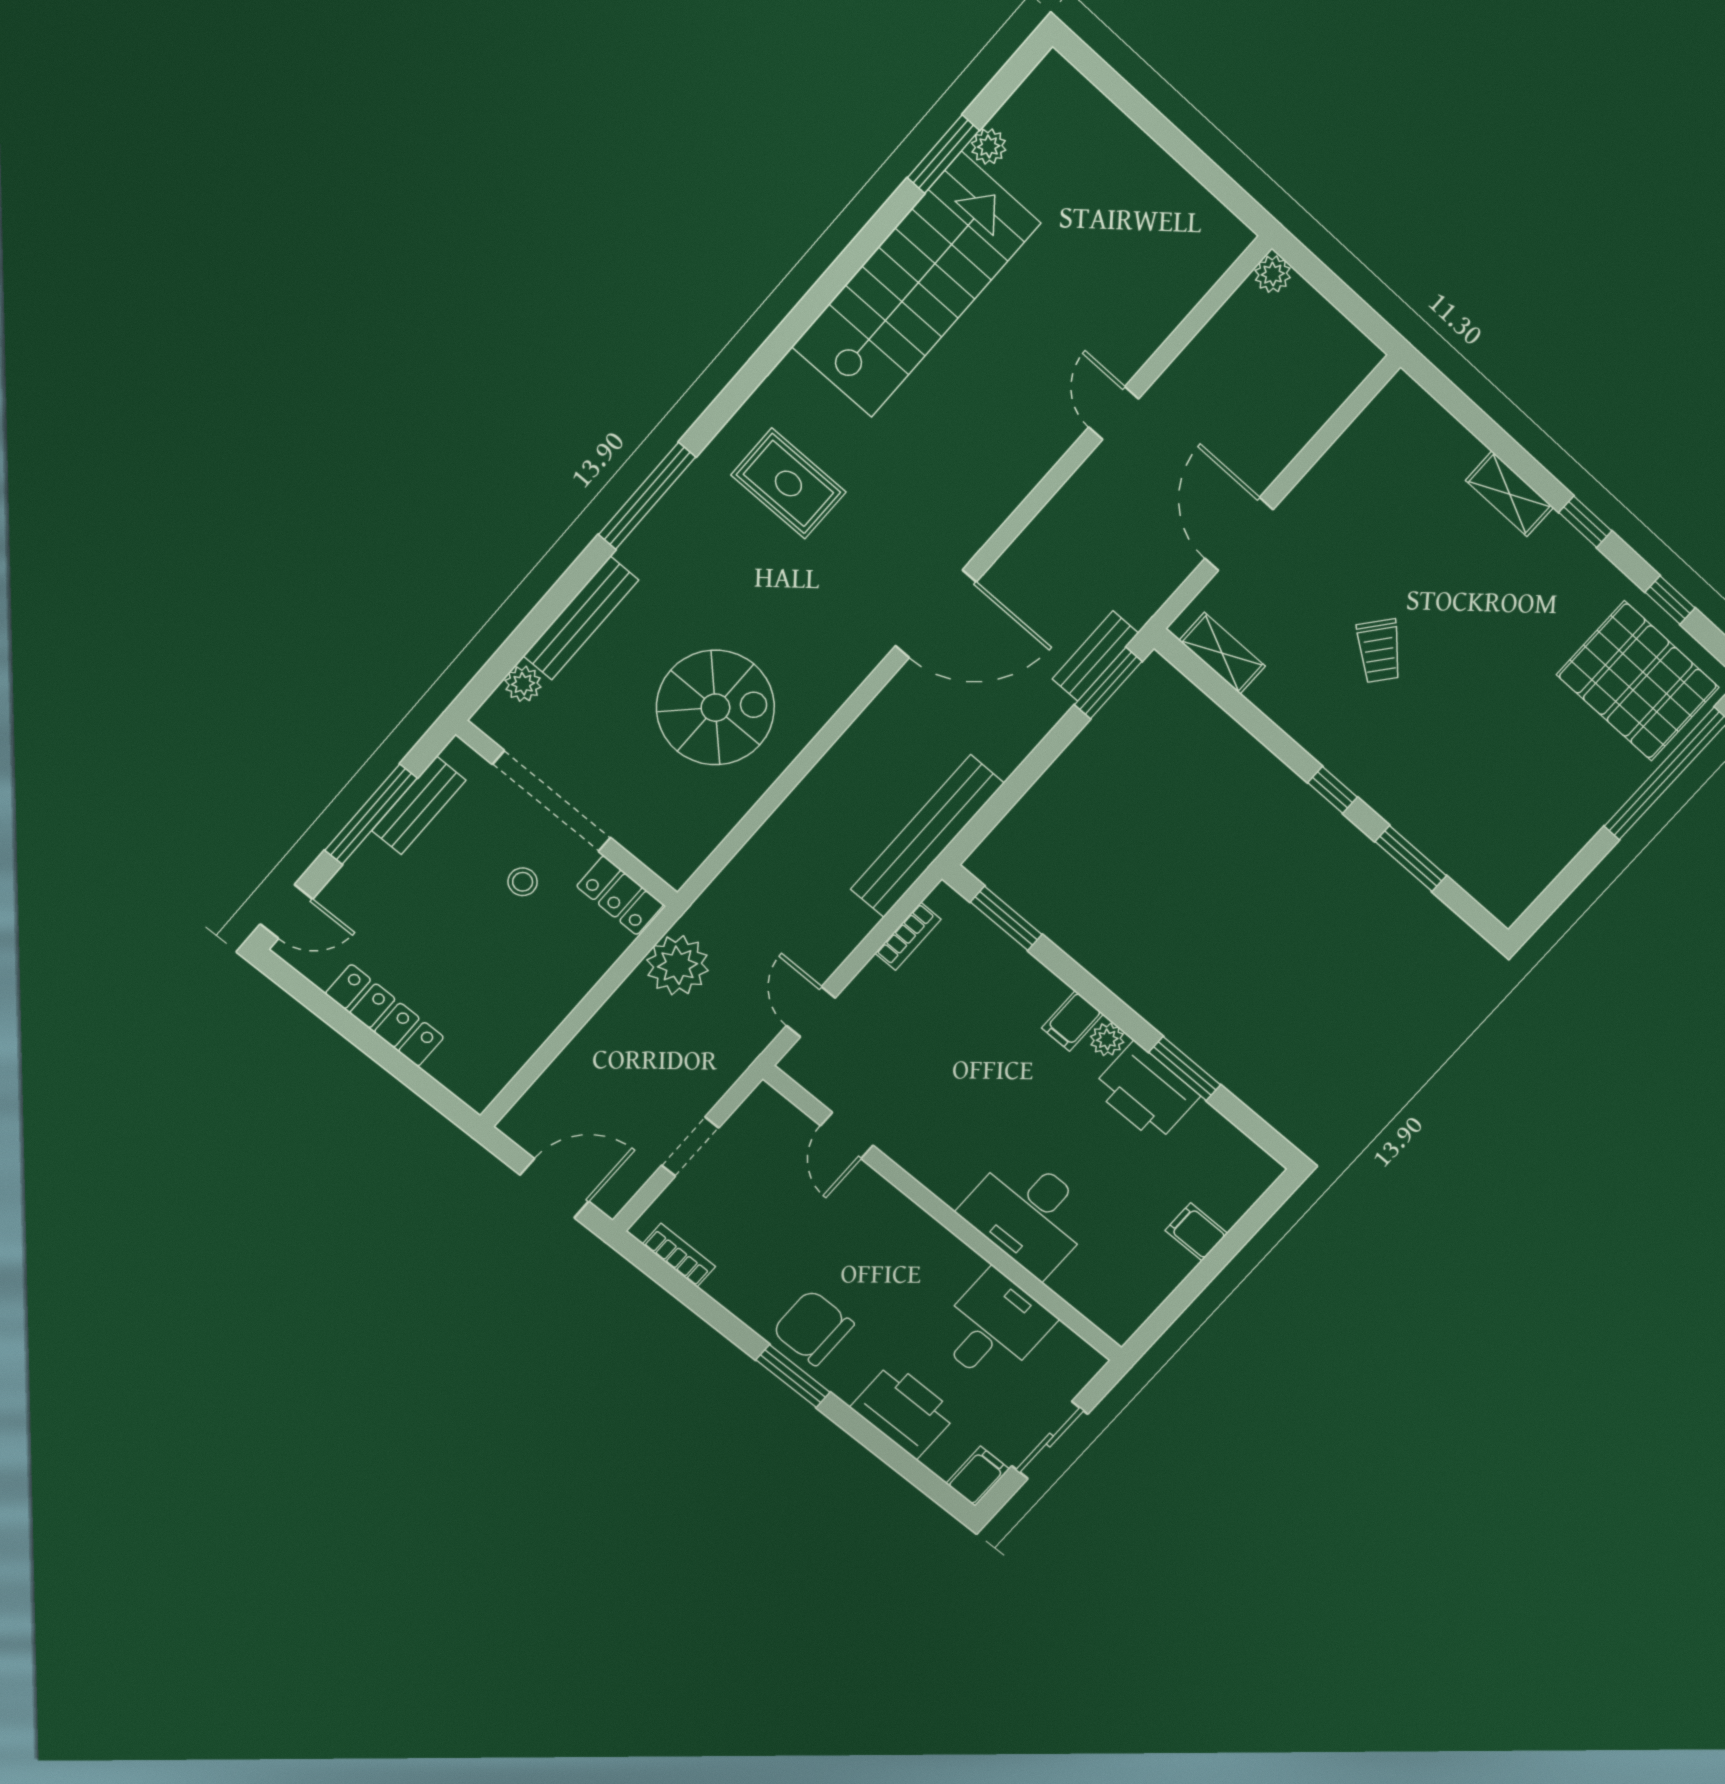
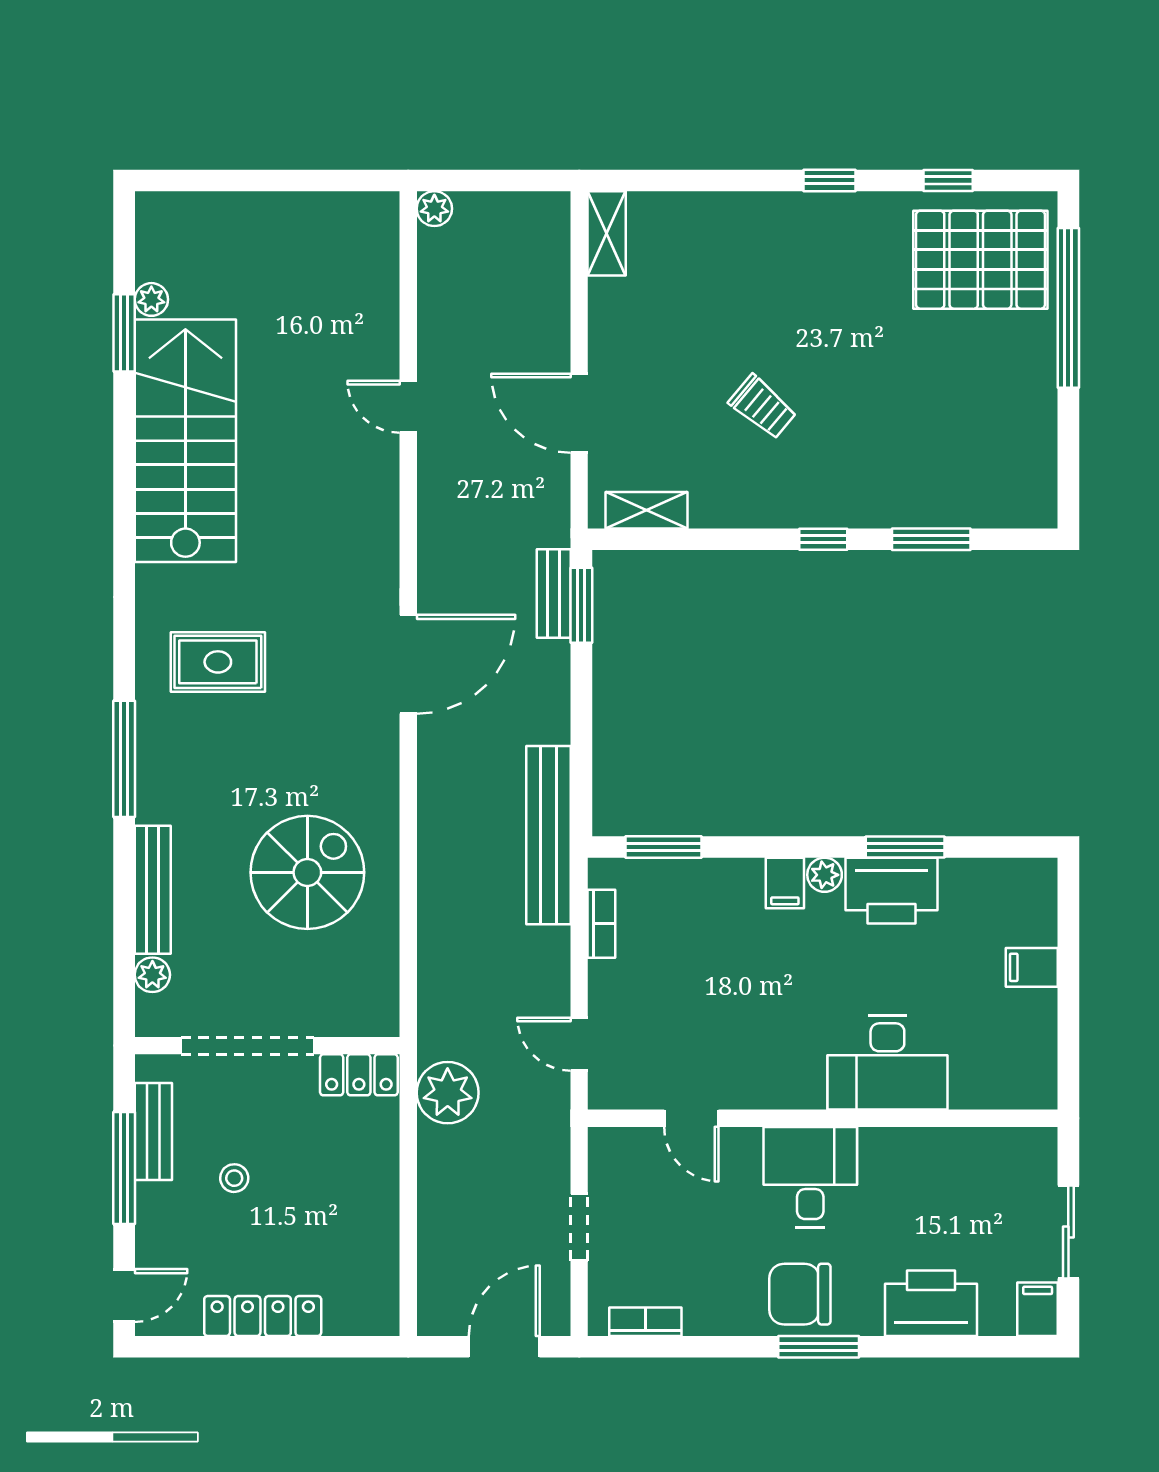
shelving: (1509, 494) -> (607, 233), moved, turned 90
stool: (523, 882) -> (234, 1178), moved
desk: (993, 1327) -> (810, 1177), moved

